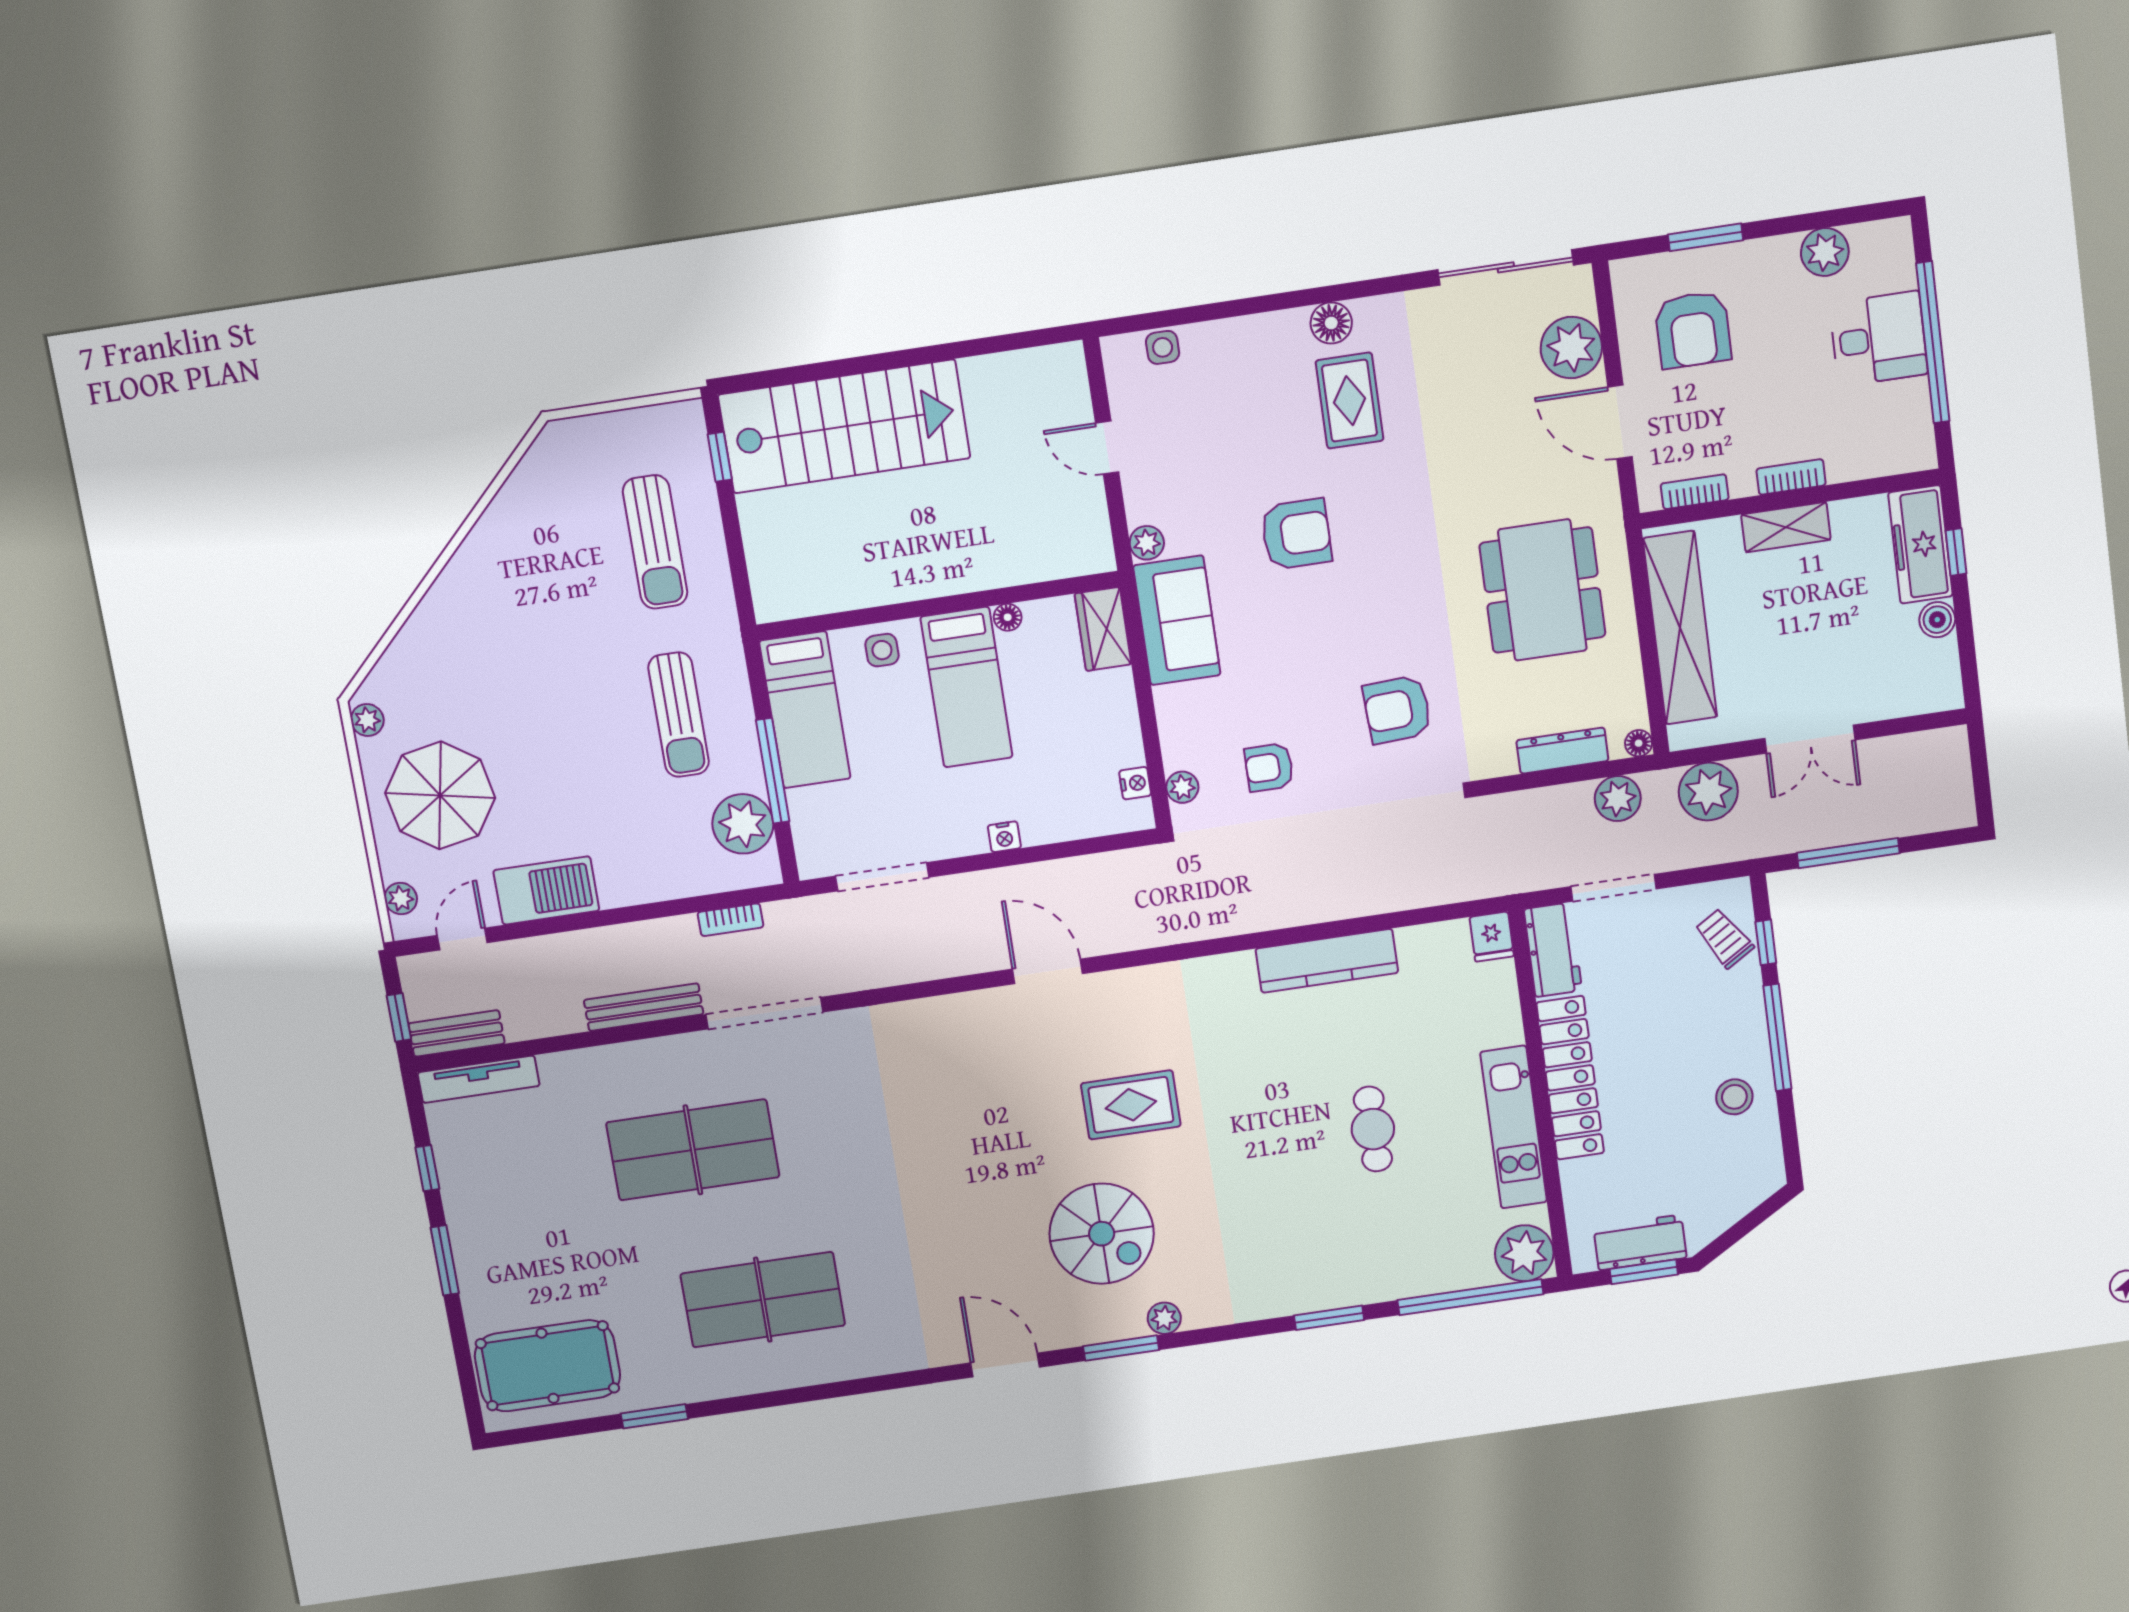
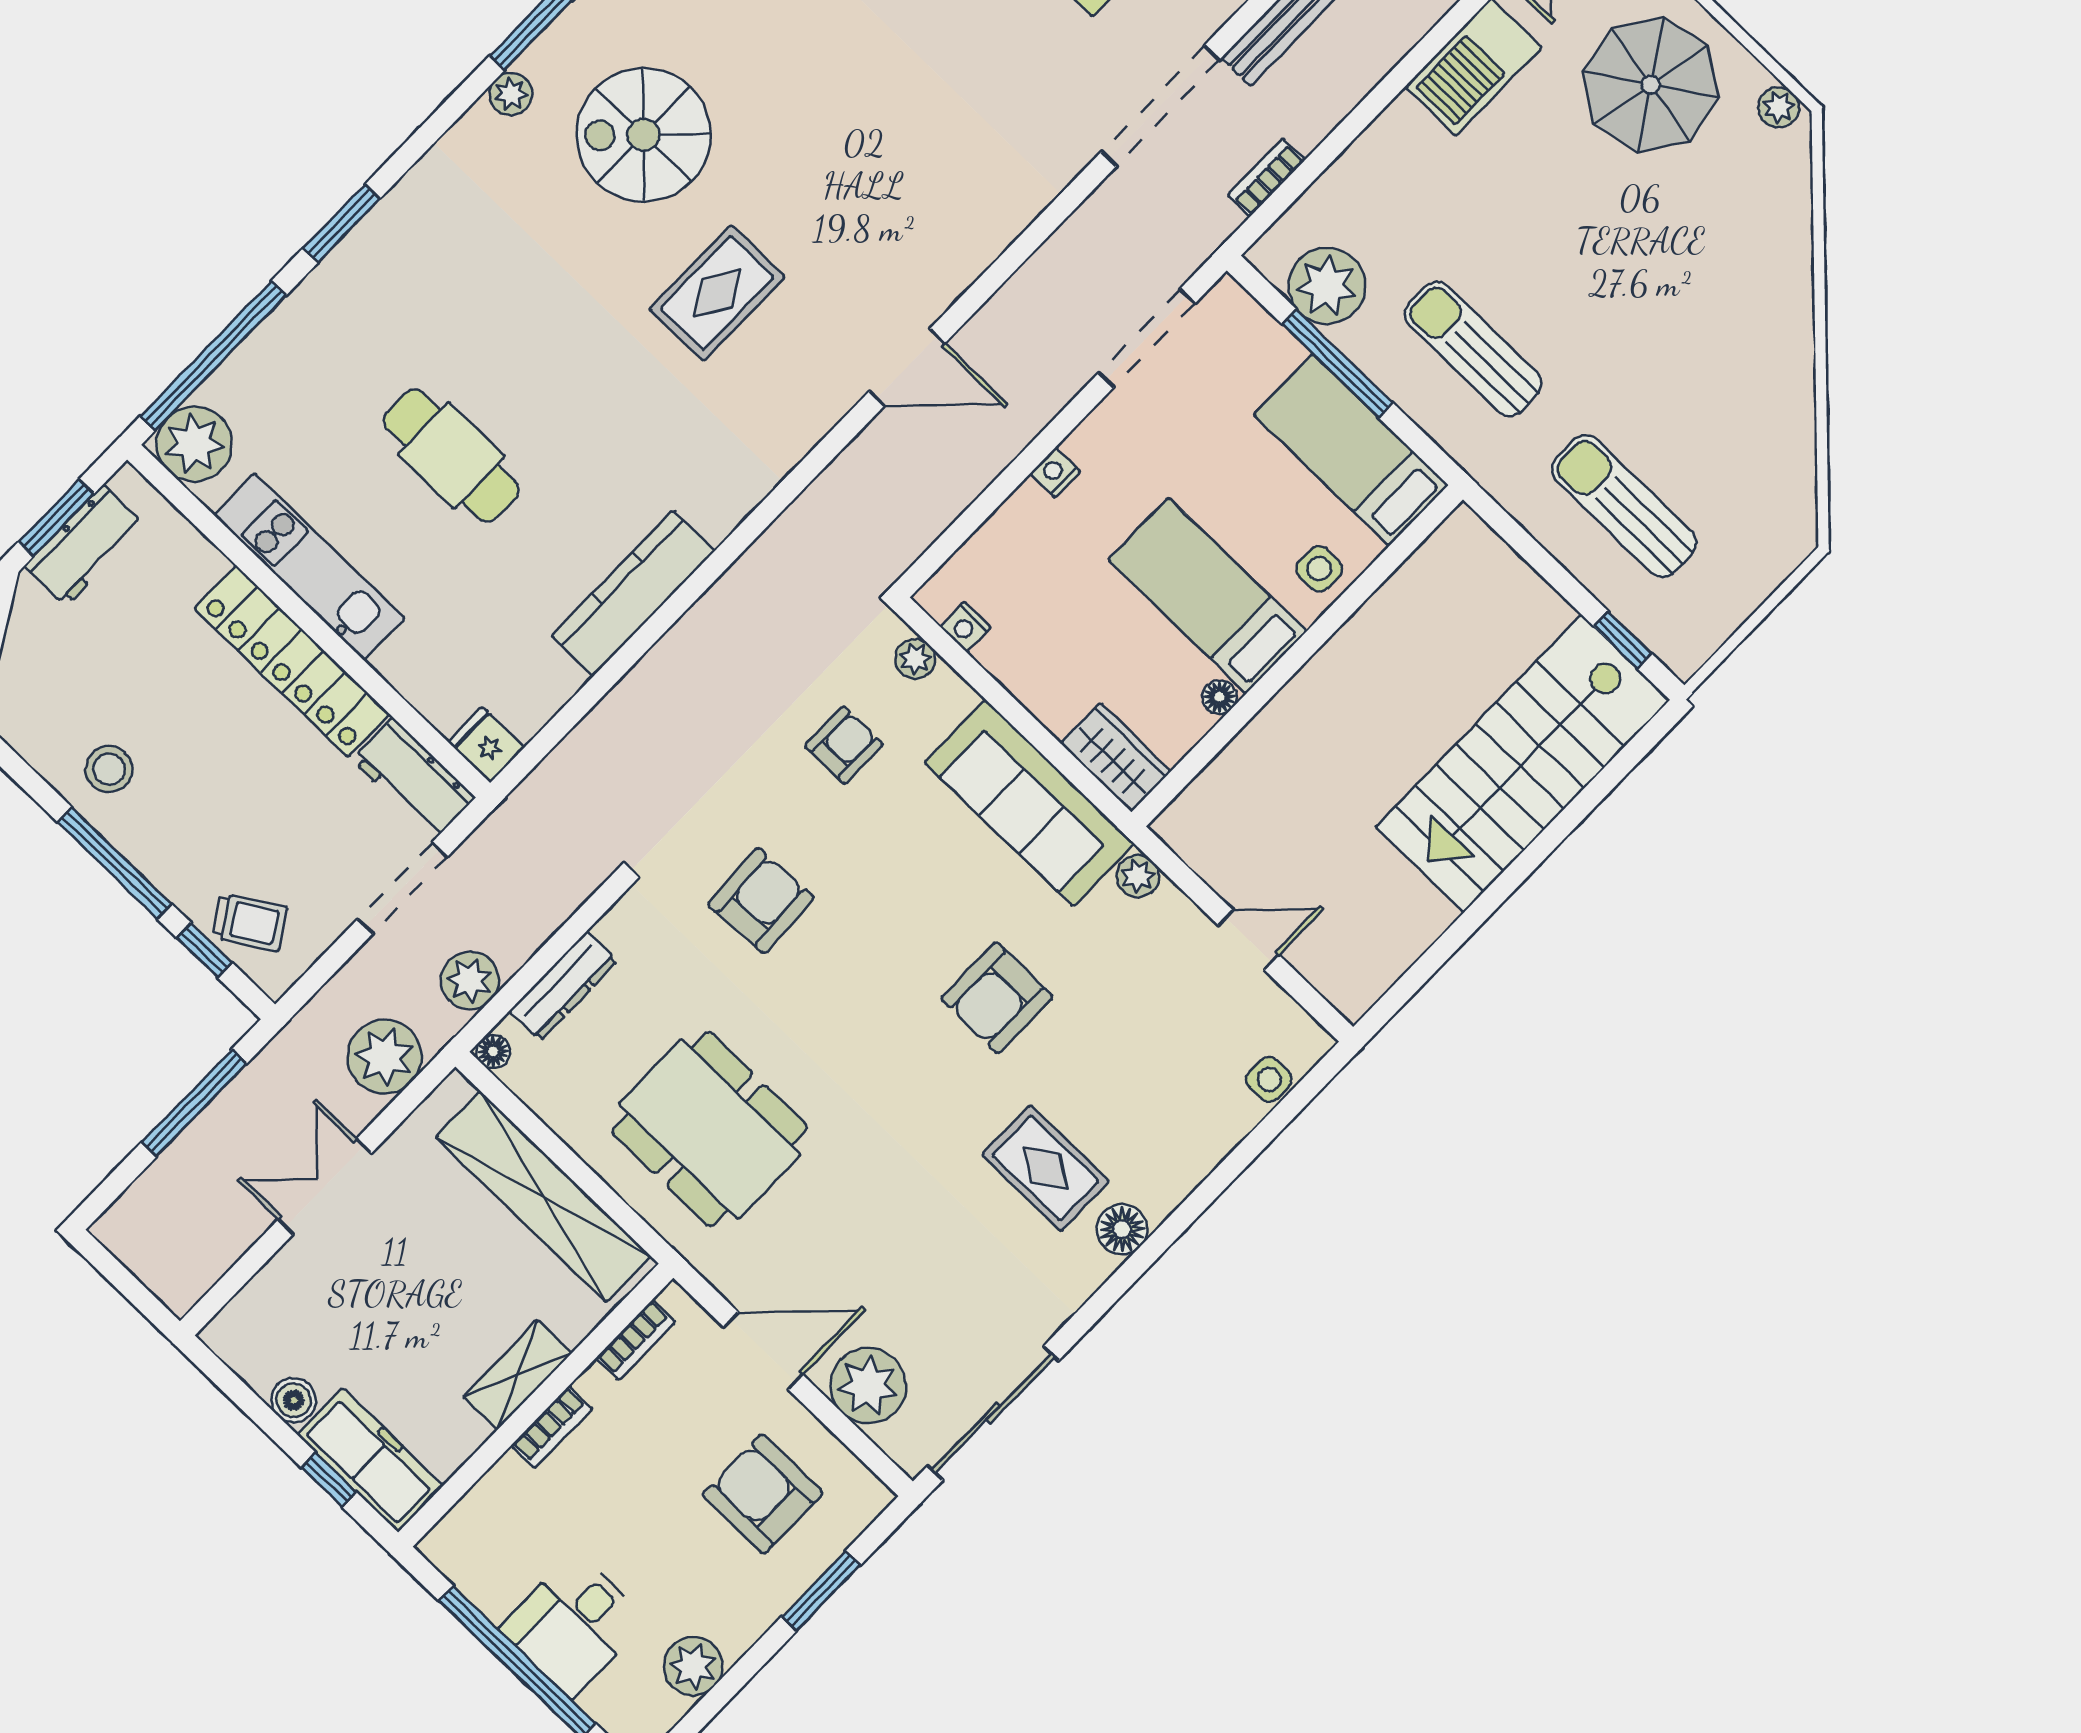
sofa: (1177, 620) -> (1029, 803), width x1.36
cafe table: (1373, 1129) -> (451, 455), width x1.37, depth x1.35

